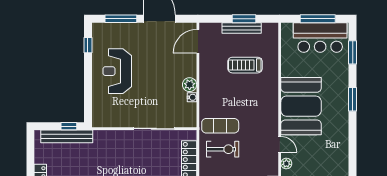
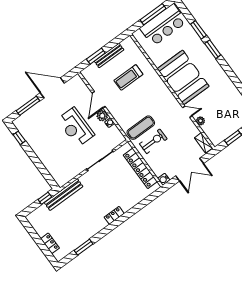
window: (244, 19) -> (96, 56), moved
door: (198, 41) -> (99, 100), moved
window: (353, 52) -> (198, 30), moved
reception desk: (117, 71) -> (76, 127), moved
bench: (67, 136) -> (64, 195), moved

